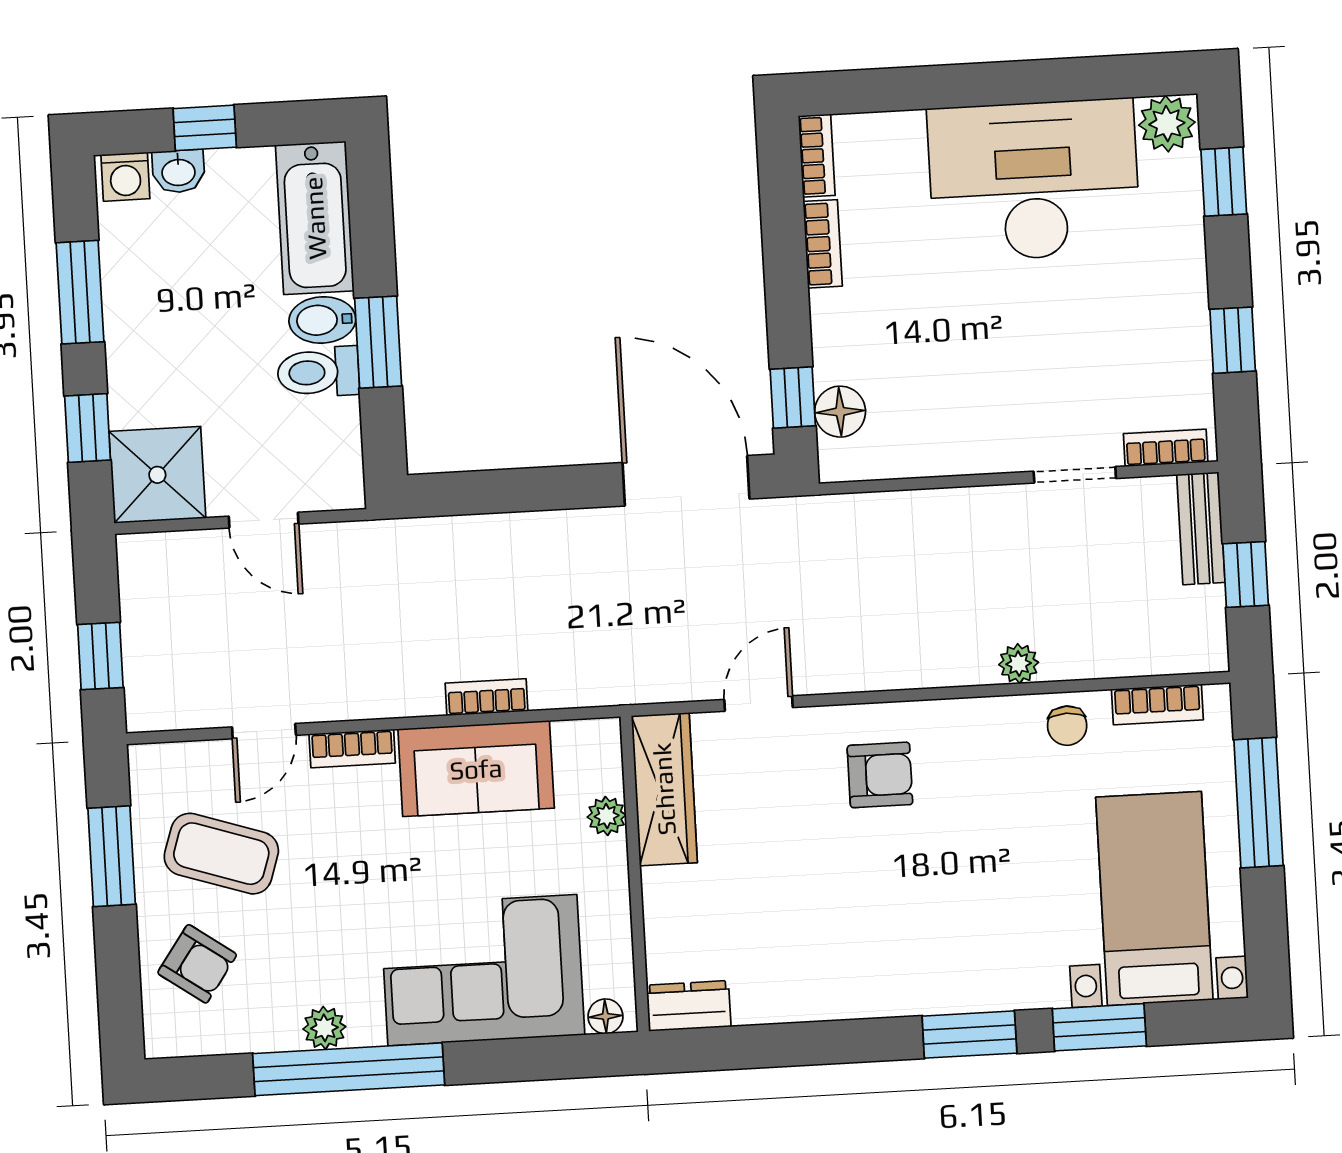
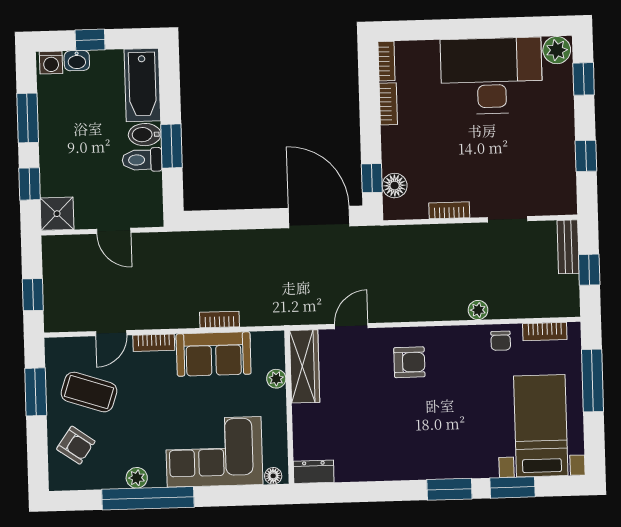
bookcase: (1166, 448) -> (449, 210), moved
shower: (157, 475) -> (57, 214), width x0.73, depth x0.73

